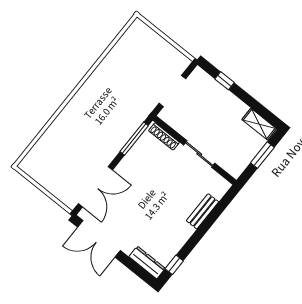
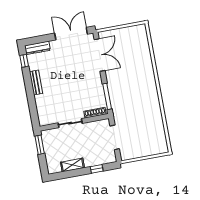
shelving: (259, 124) -> (72, 165), moved
window: (262, 155) -> (40, 145), moved
double door: (95, 187) -> (100, 55), swing flipped
bench: (203, 211) -> (36, 83), moved

